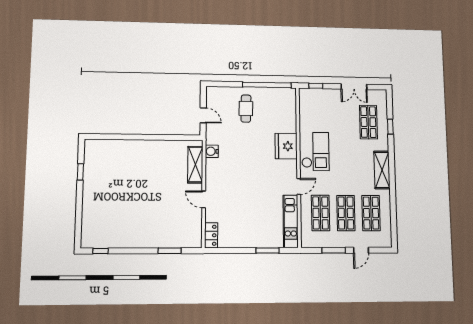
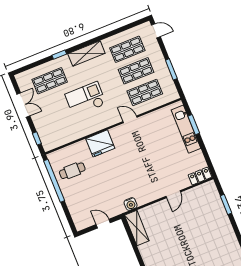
cafe table: (246, 109) -> (72, 171), moved
door: (203, 115) -> (103, 224), hinge flipped
window: (390, 127) -> (59, 55), moved
checkout: (315, 151) -> (86, 99), moved
shelving: (195, 165) -> (137, 228), moved, turned 90
kitchen unit: (291, 221) -> (186, 129), moved, turned 90
door: (361, 250) -> (156, 31), moved

